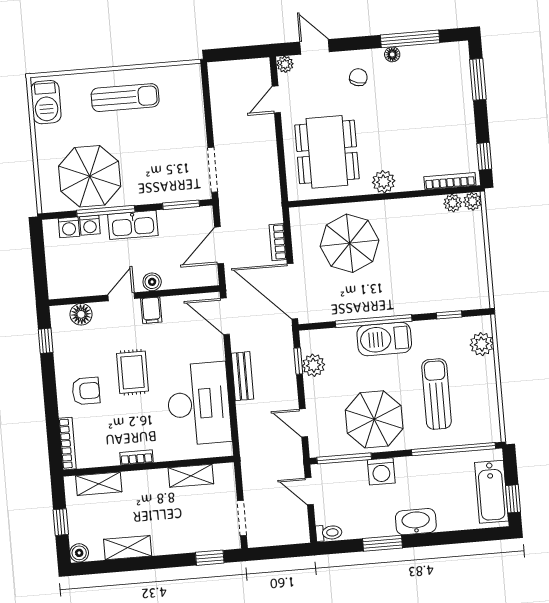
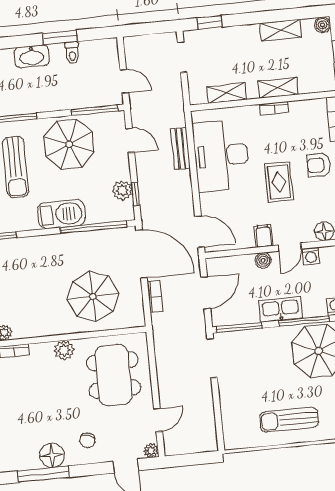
floor lamp: (392, 54) -> (52, 455), width x1.89, depth x1.89
window: (181, 205) -> (239, 327), width x1.44
washing machine: (90, 225) -> (311, 256), moved, turned 180
window: (374, 321) -> (93, 227), moved
bench: (242, 376) -> (180, 148), moved
washing machine: (381, 471) -> (62, 99), removed
shelving: (99, 484) -> (278, 88), moved
toilet: (329, 533) -> (72, 53), moved, turned -90

